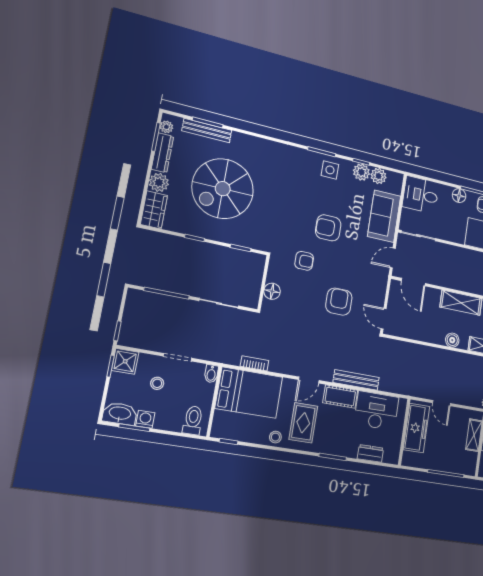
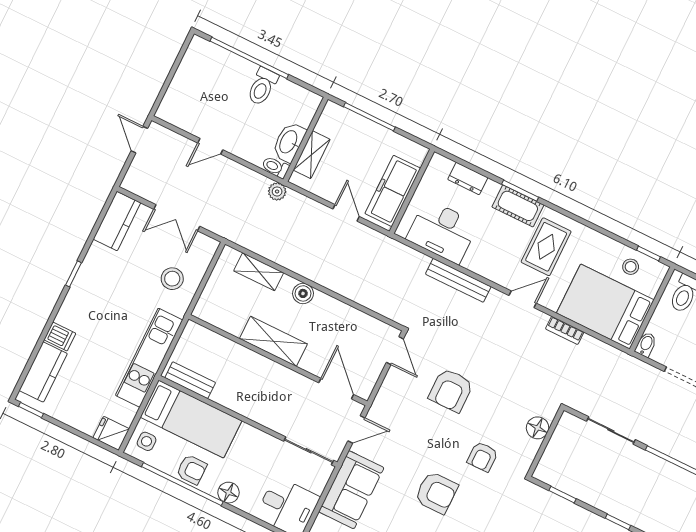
armchair: (304, 261) -> (483, 457), turned -90
bookcase: (255, 363) -> (565, 330), moved
cot: (340, 396) -> (518, 206), moved
stool: (275, 437) -> (631, 267), moved

